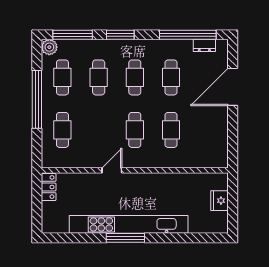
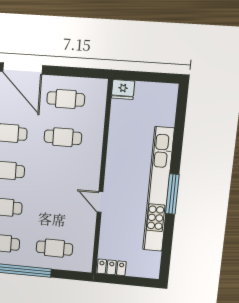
cafe table: (135, 130) -> (66, 99), moved
fridge: (220, 201) -> (123, 89), moved

